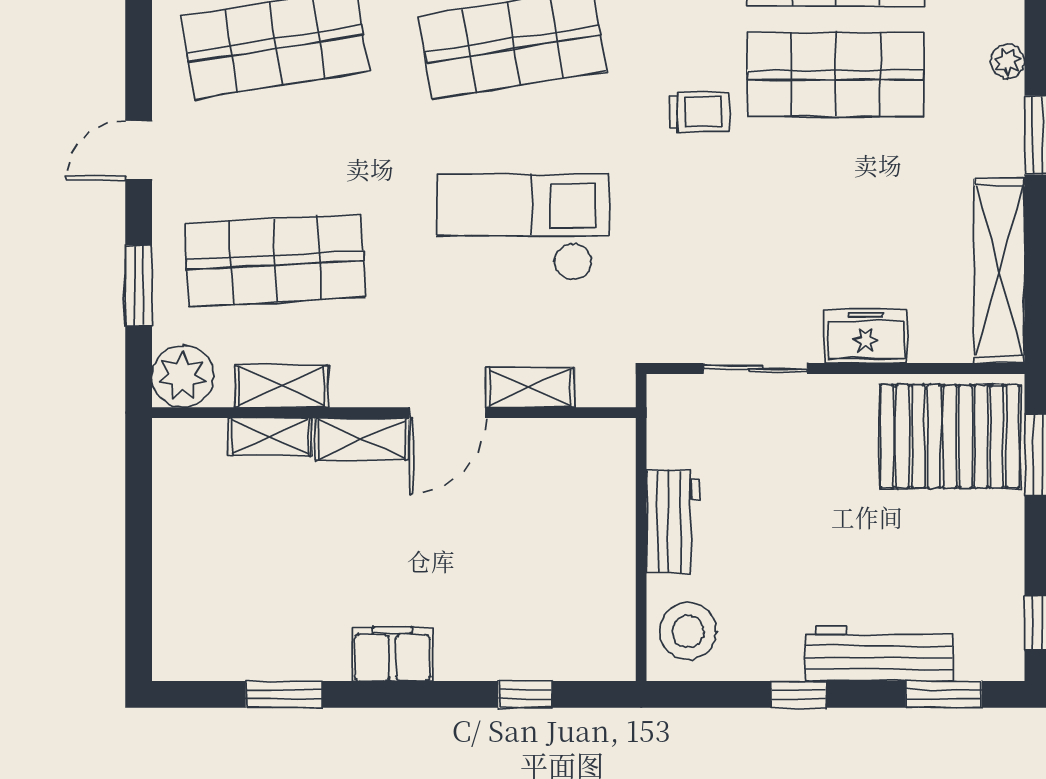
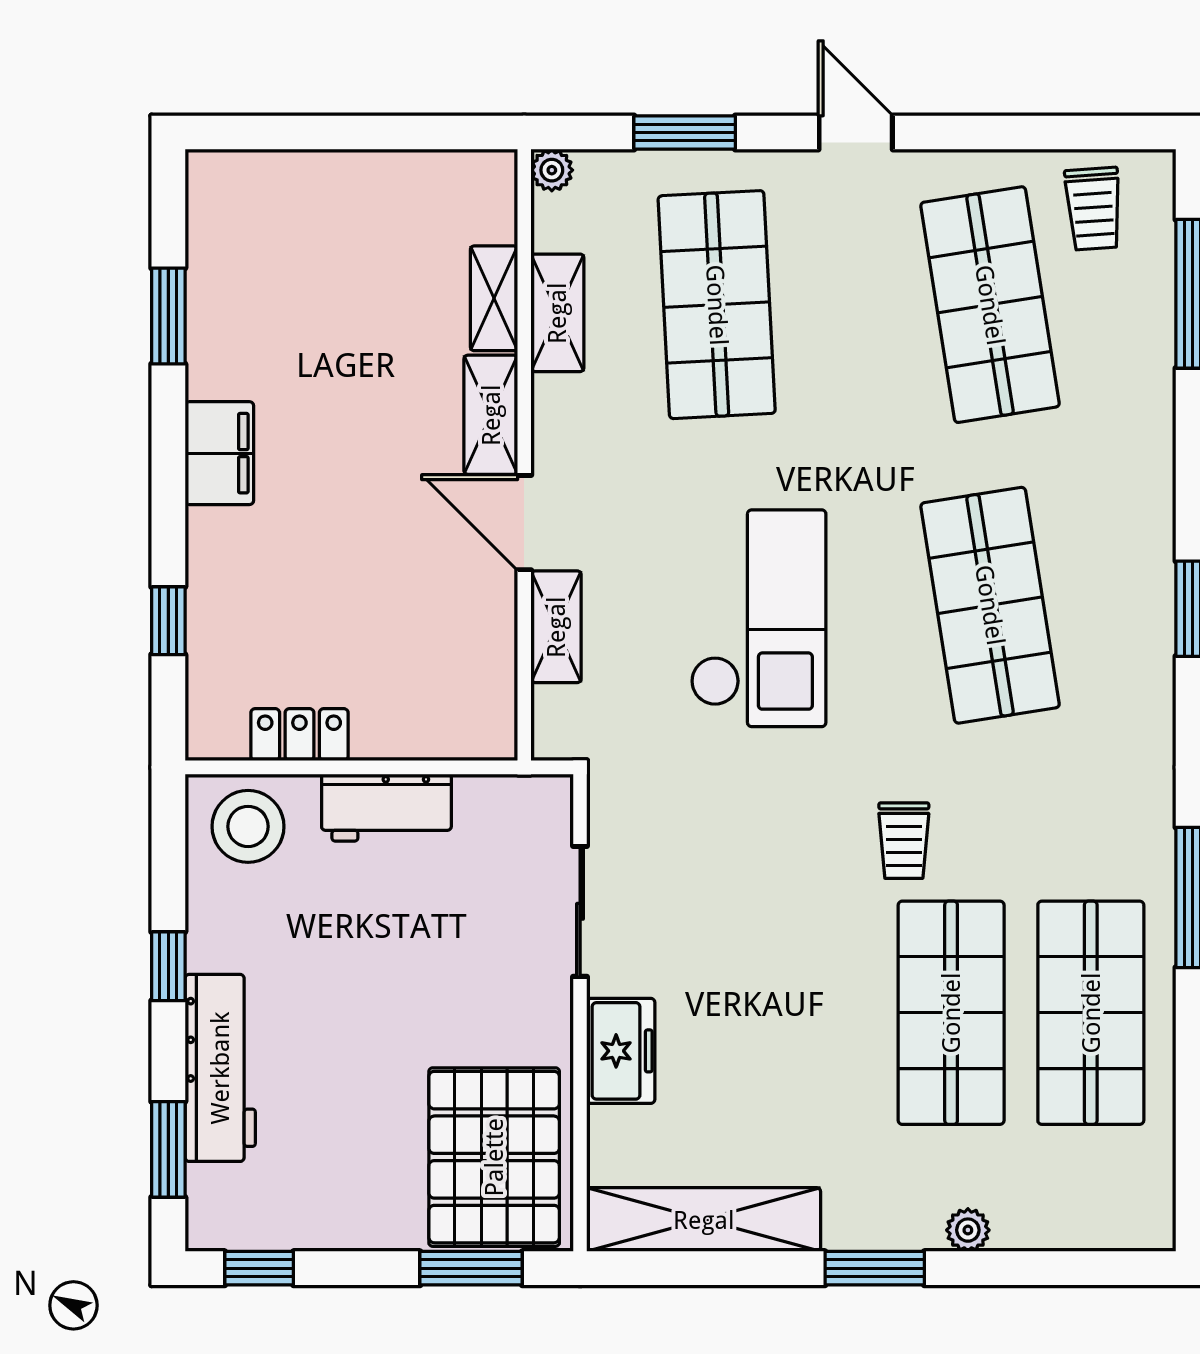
plant: (183, 376) -> (552, 170), width x0.53, depth x0.53
locker: (615, 591) -> (299, 735), added

